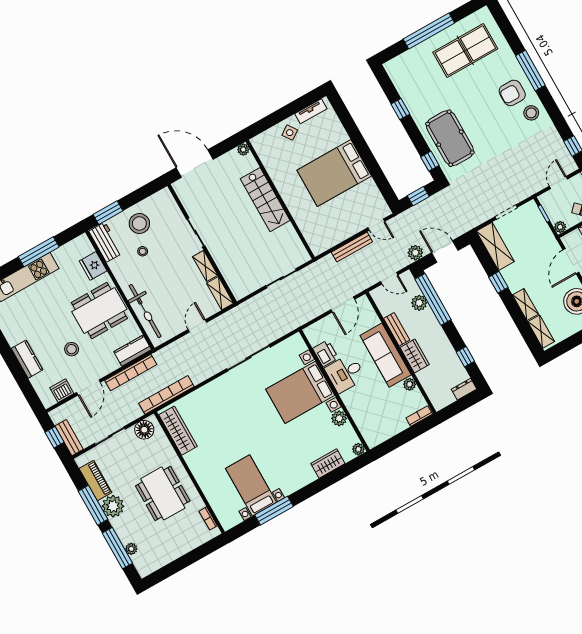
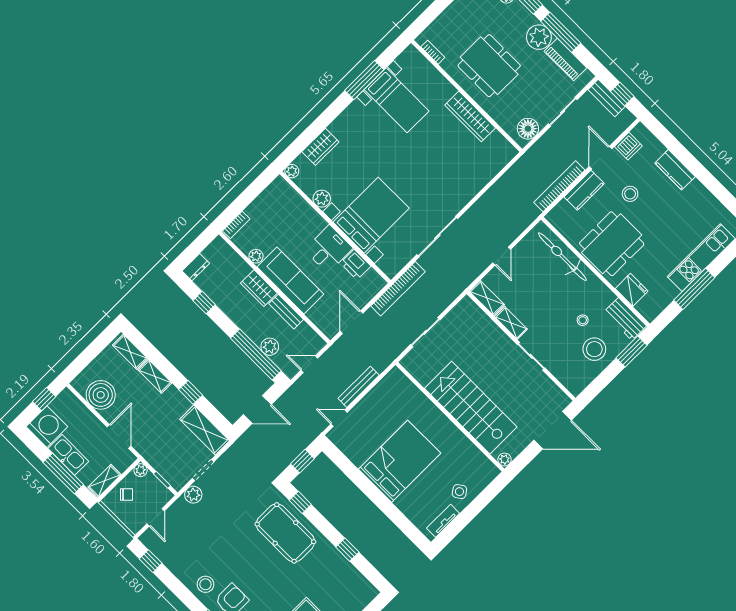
stairs: (265, 200) -> (471, 408), width x1.36, depth x1.51
plant: (415, 253) -> (193, 495), moved
kitchen counter: (133, 351) -> (584, 190), moved
bookcase: (166, 395) -> (398, 289), moved
wardrobe: (178, 431) -> (470, 116), moved

